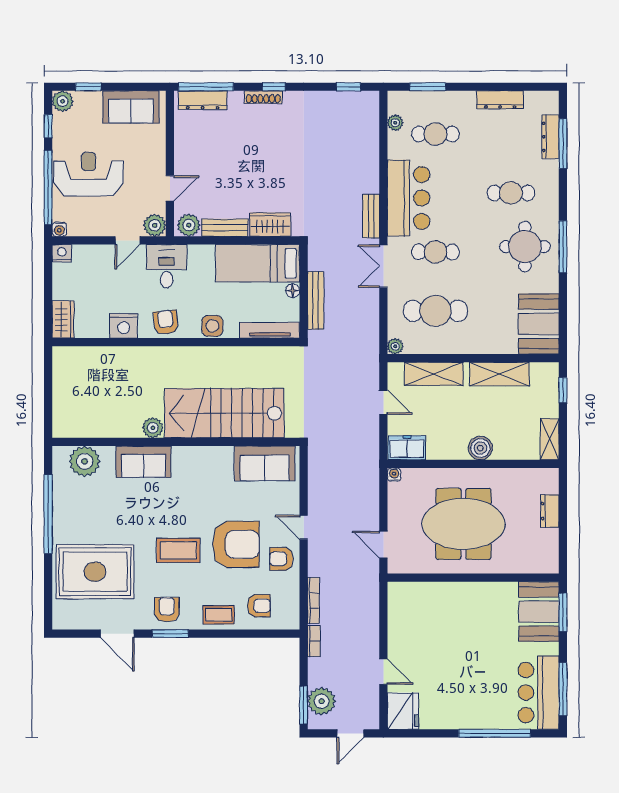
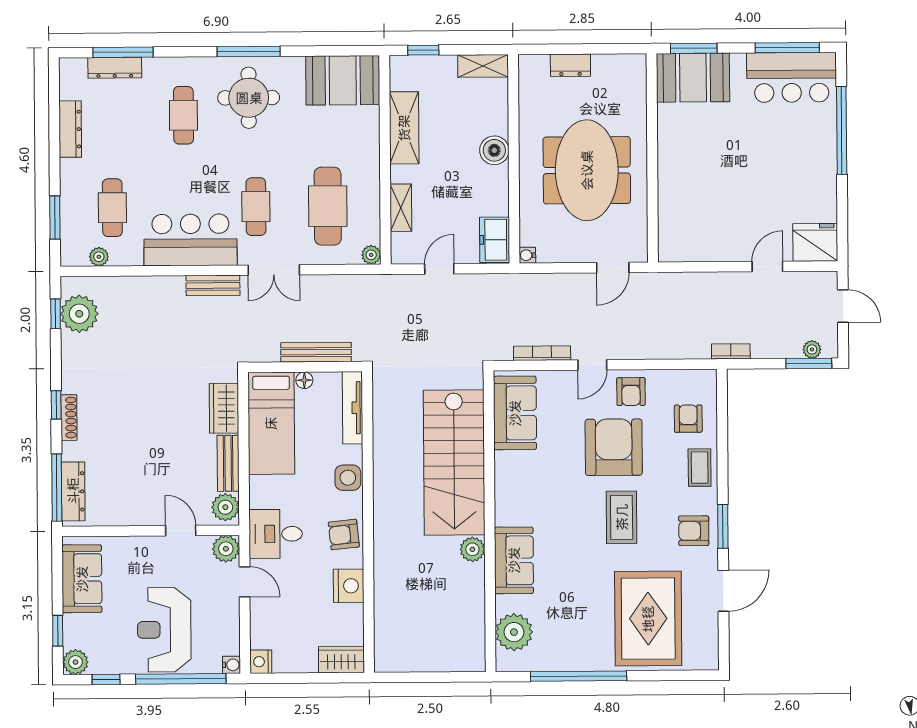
plant: (349, 106) -> (79, 314), added
shelving: (434, 374) -> (401, 208), width x0.67, depth x0.75
bookcase: (314, 600) -> (542, 353), moved
plant: (322, 701) -> (812, 349), width x0.53, depth x0.53

